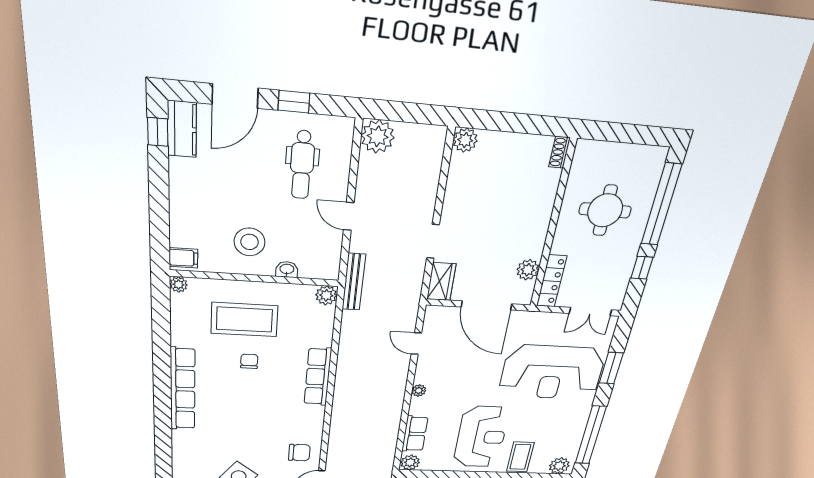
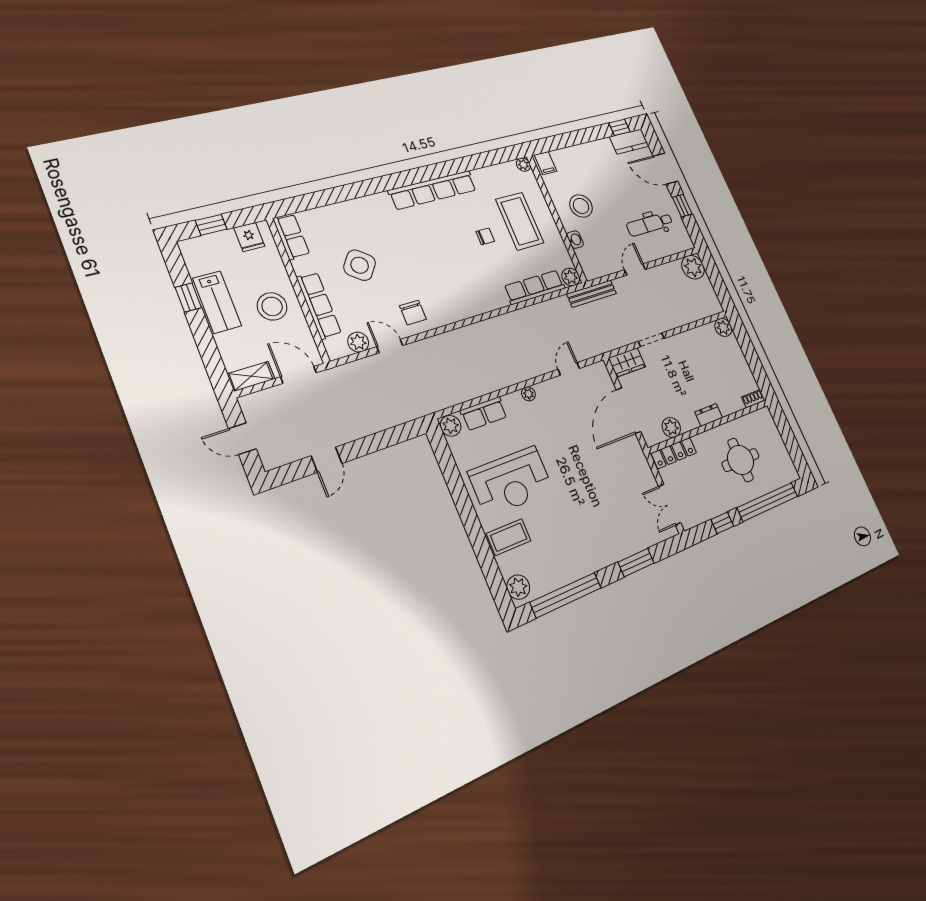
dresser: (542, 220) -> (709, 415), added
reception desk: (552, 372) -> (605, 508), removed
row of seats: (318, 377) -> (535, 287), moved

